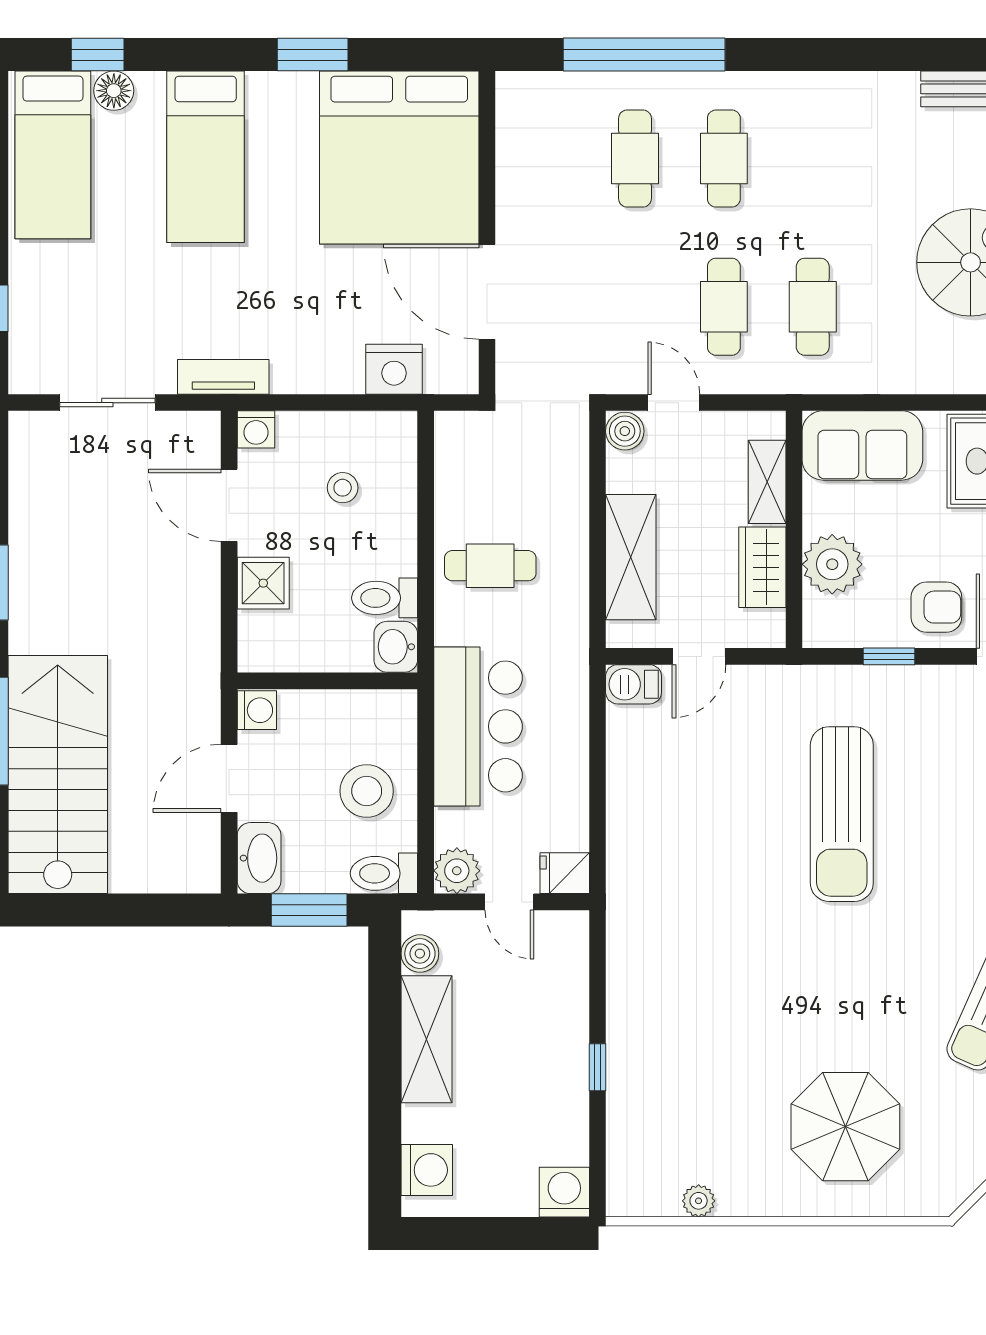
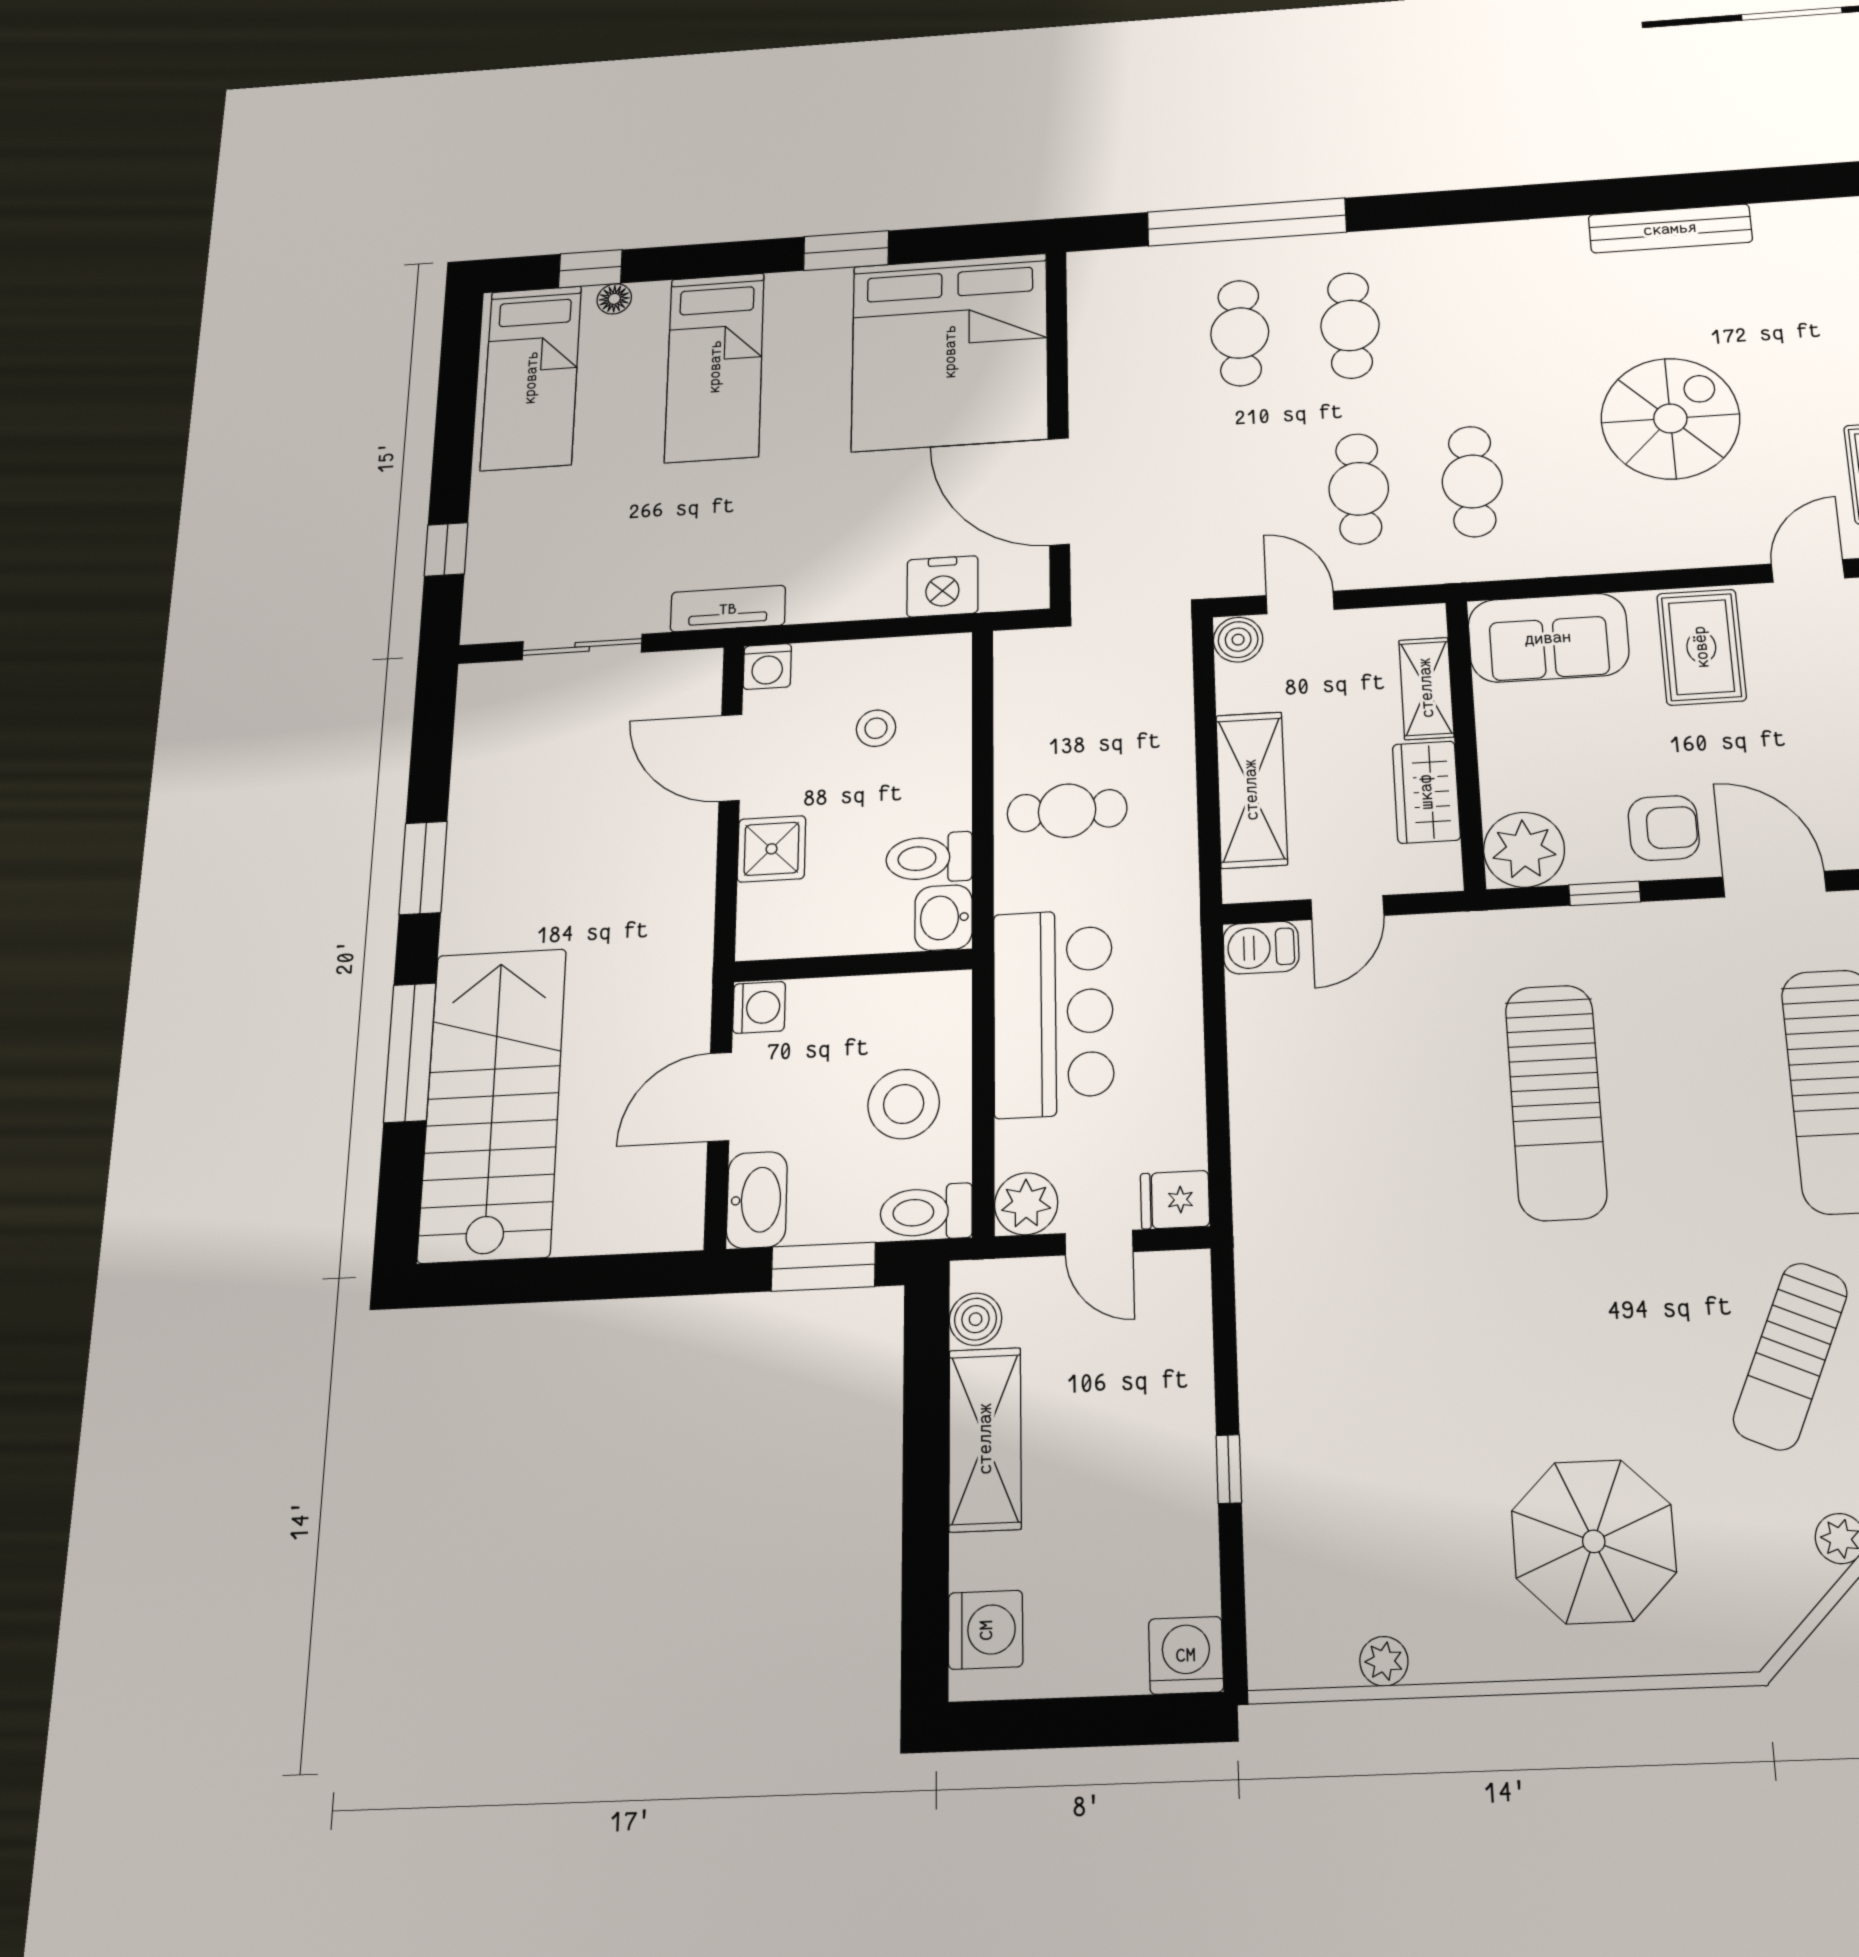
floor lamp: (114, 91) -> (614, 299), width x0.73, depth x0.73
plant: (832, 564) -> (1524, 850), moved

